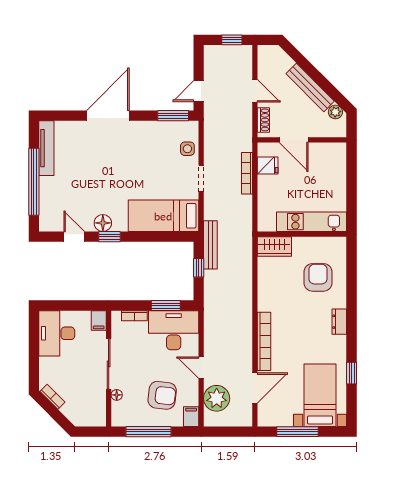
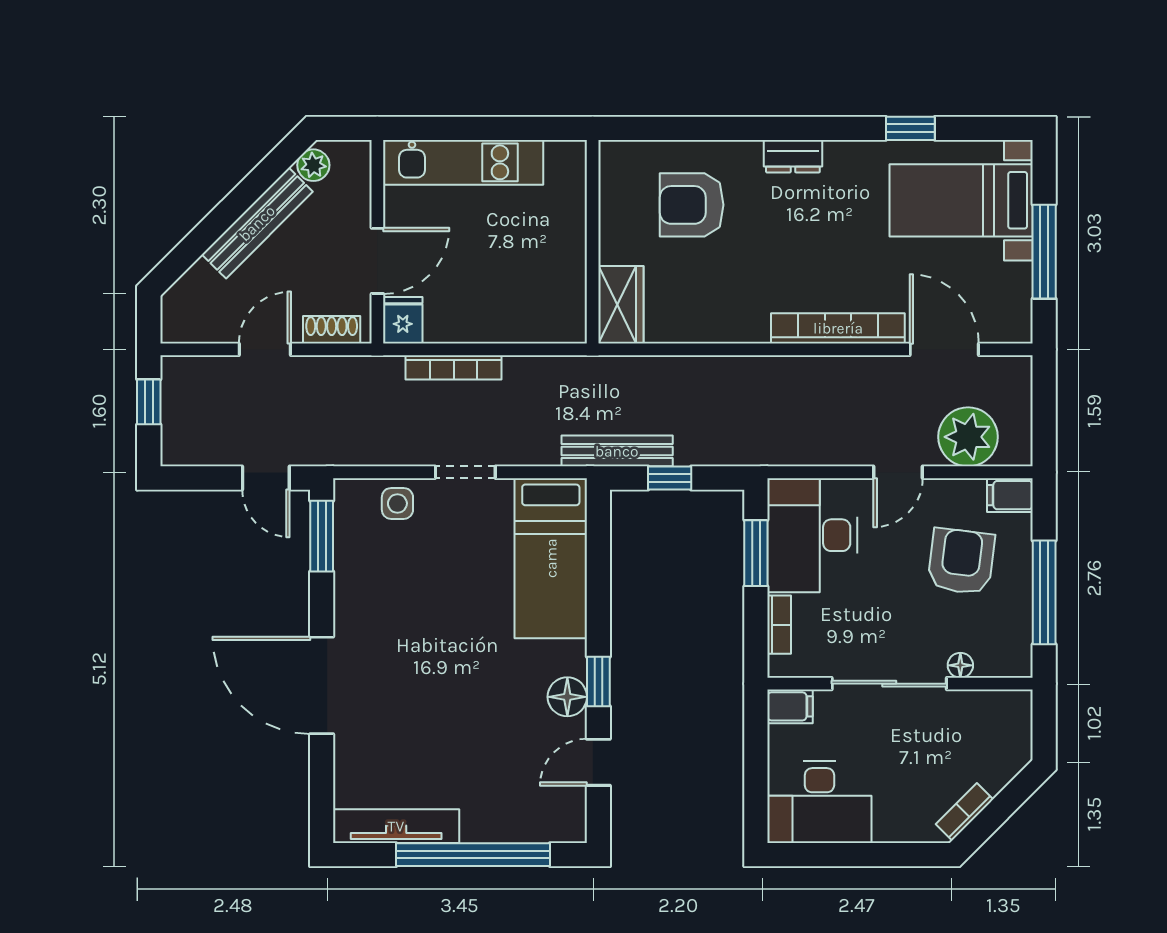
fridge: (268, 166) -> (403, 320), moved
kitchen unit: (312, 222) -> (463, 162), moved, turned -90

